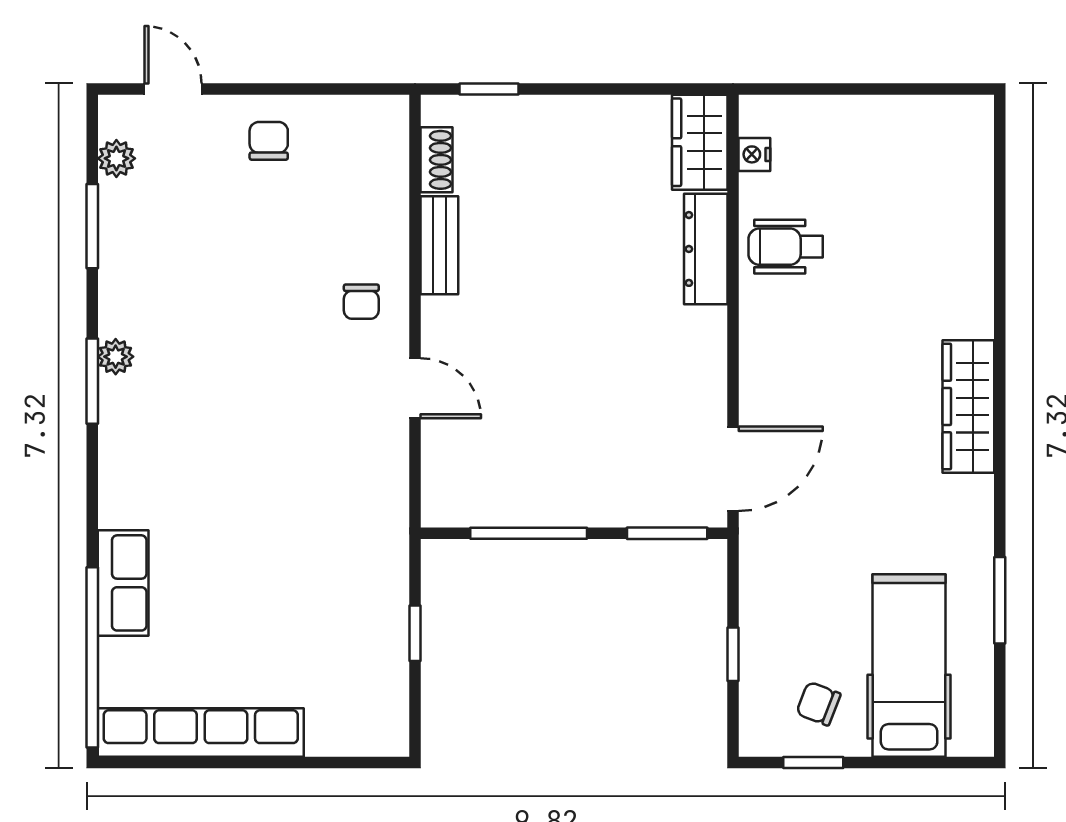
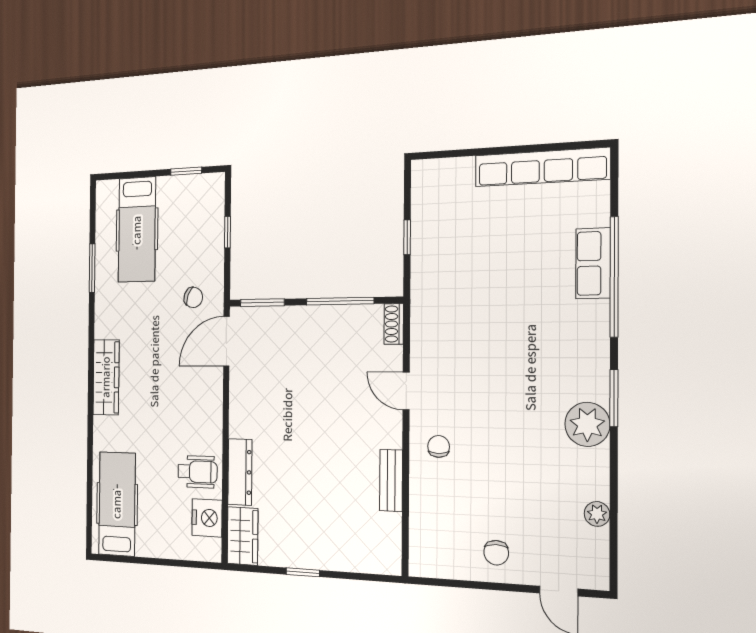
window: (489, 89) -> (303, 572), moved
nightstand: (754, 154) -> (207, 518), width x1.89, depth x1.79
plant: (116, 158) -> (597, 514), moved
shoe rack: (436, 160) -> (394, 324), moved
hospital bed: (943, 185) -> (117, 504), added
window: (92, 226) -> (614, 502), removed
plant: (116, 357) -> (587, 424), width x1.88, depth x1.88
window: (92, 657) -> (614, 277), moved
chair: (818, 704) -> (193, 297), moved

